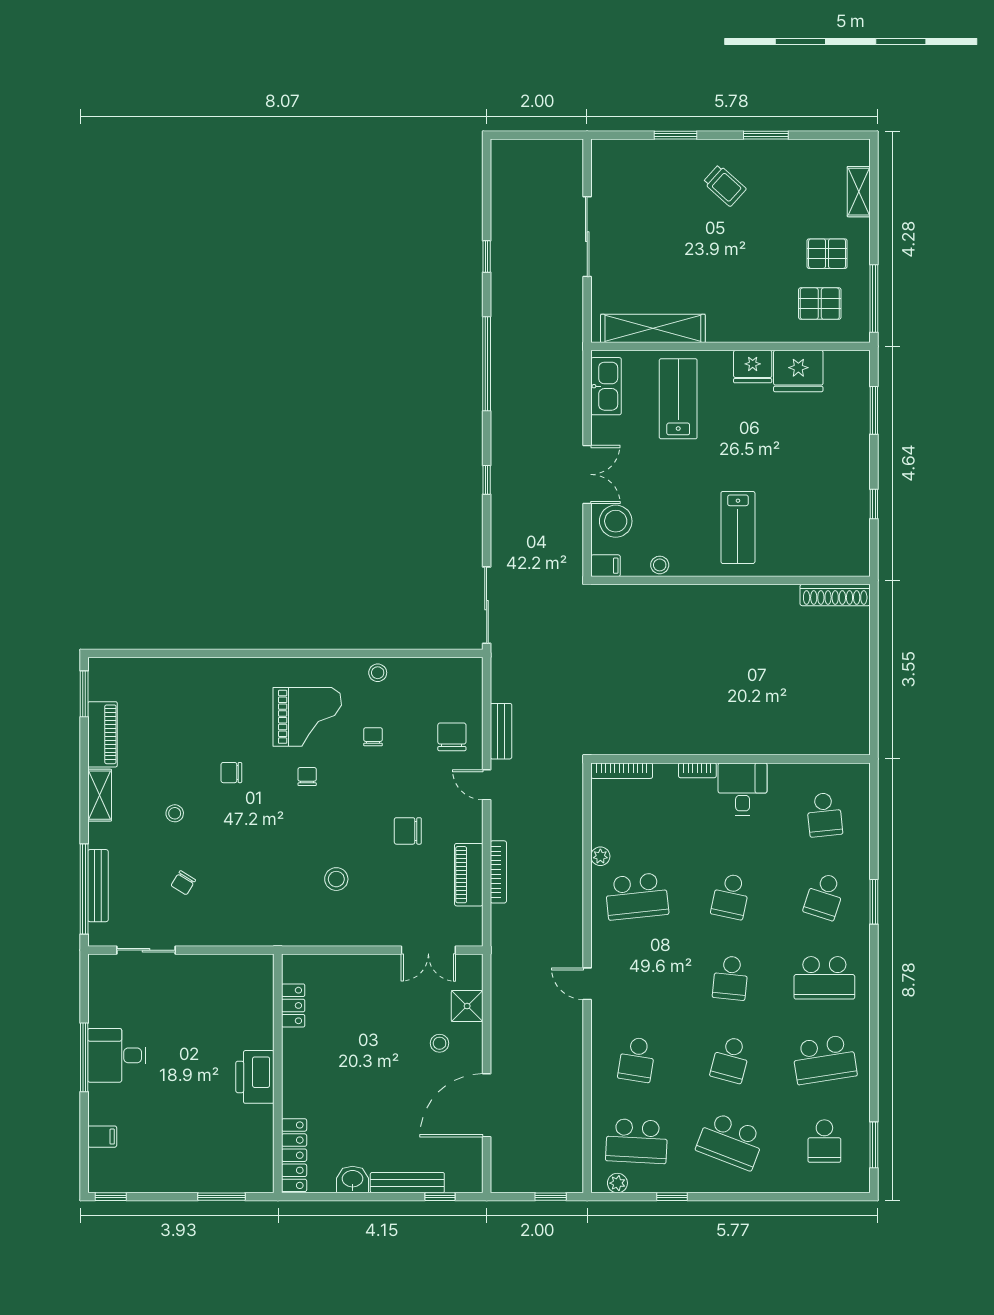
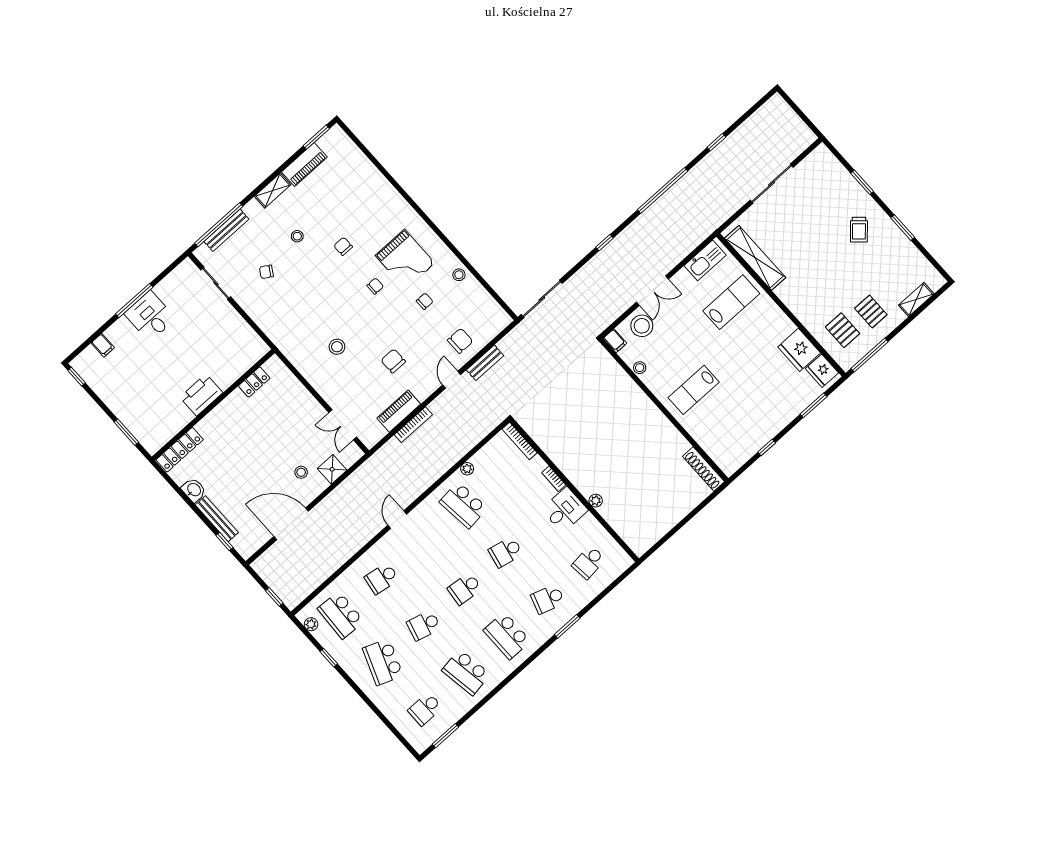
fridge: (753, 367) -> (822, 371), moved
plant: (763, 746) -> (596, 501), added

